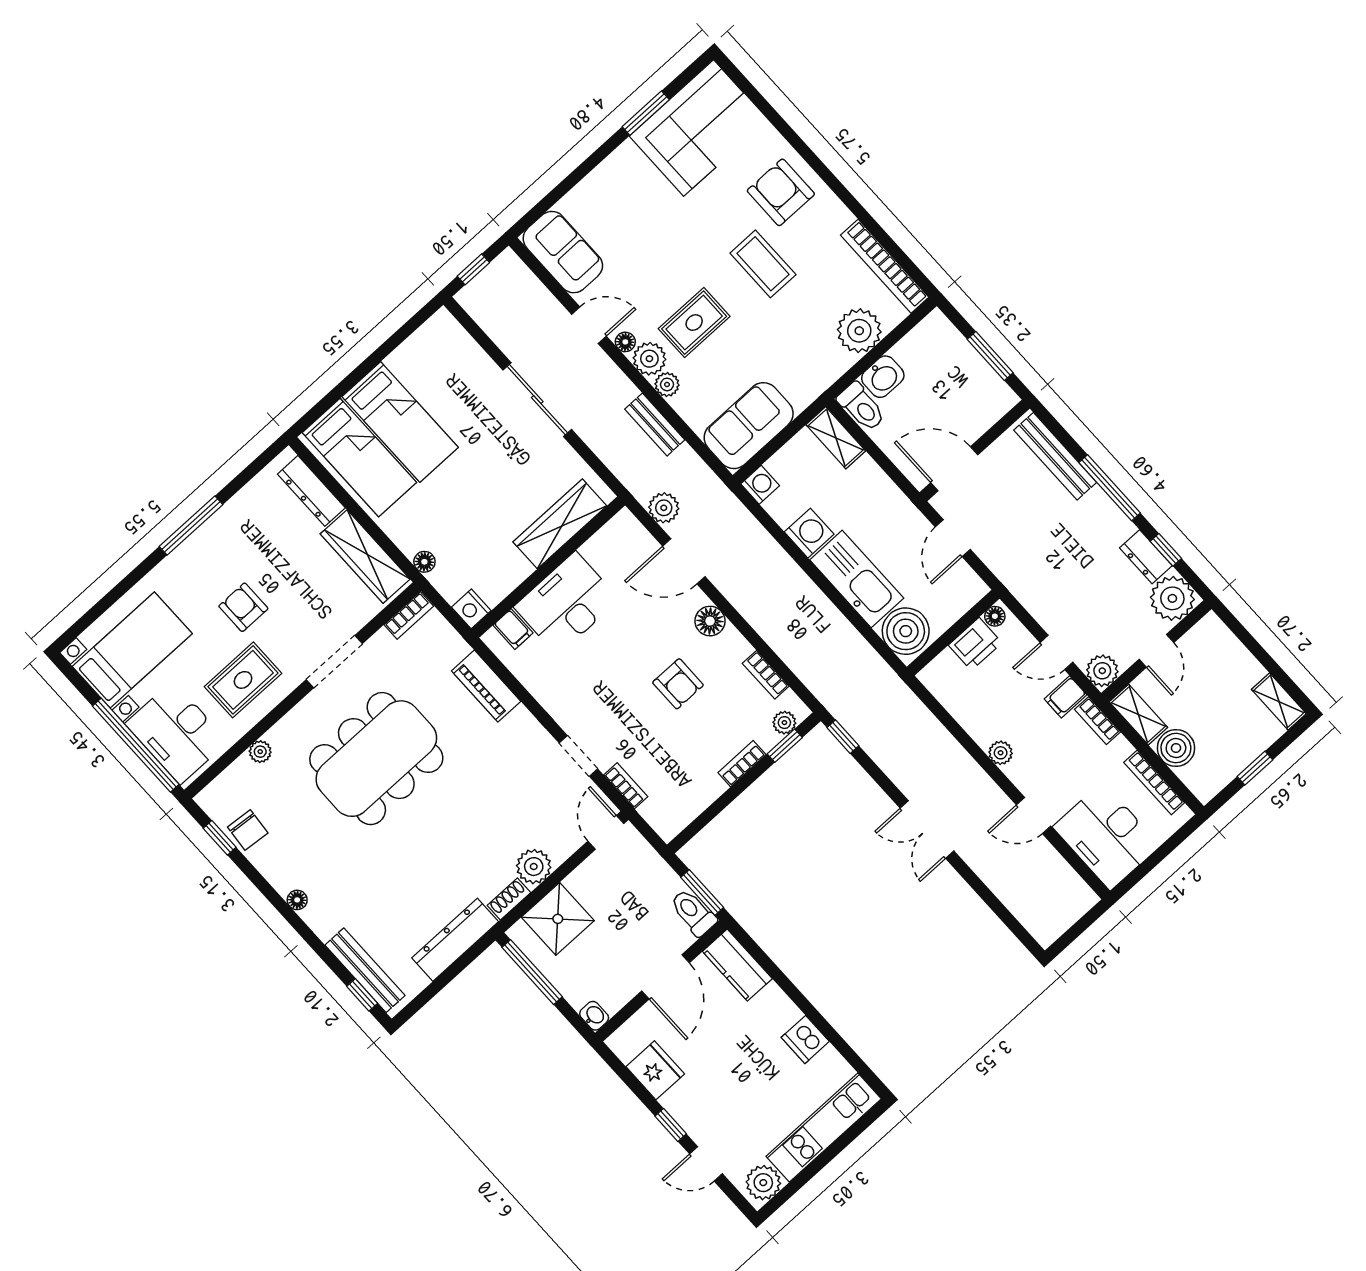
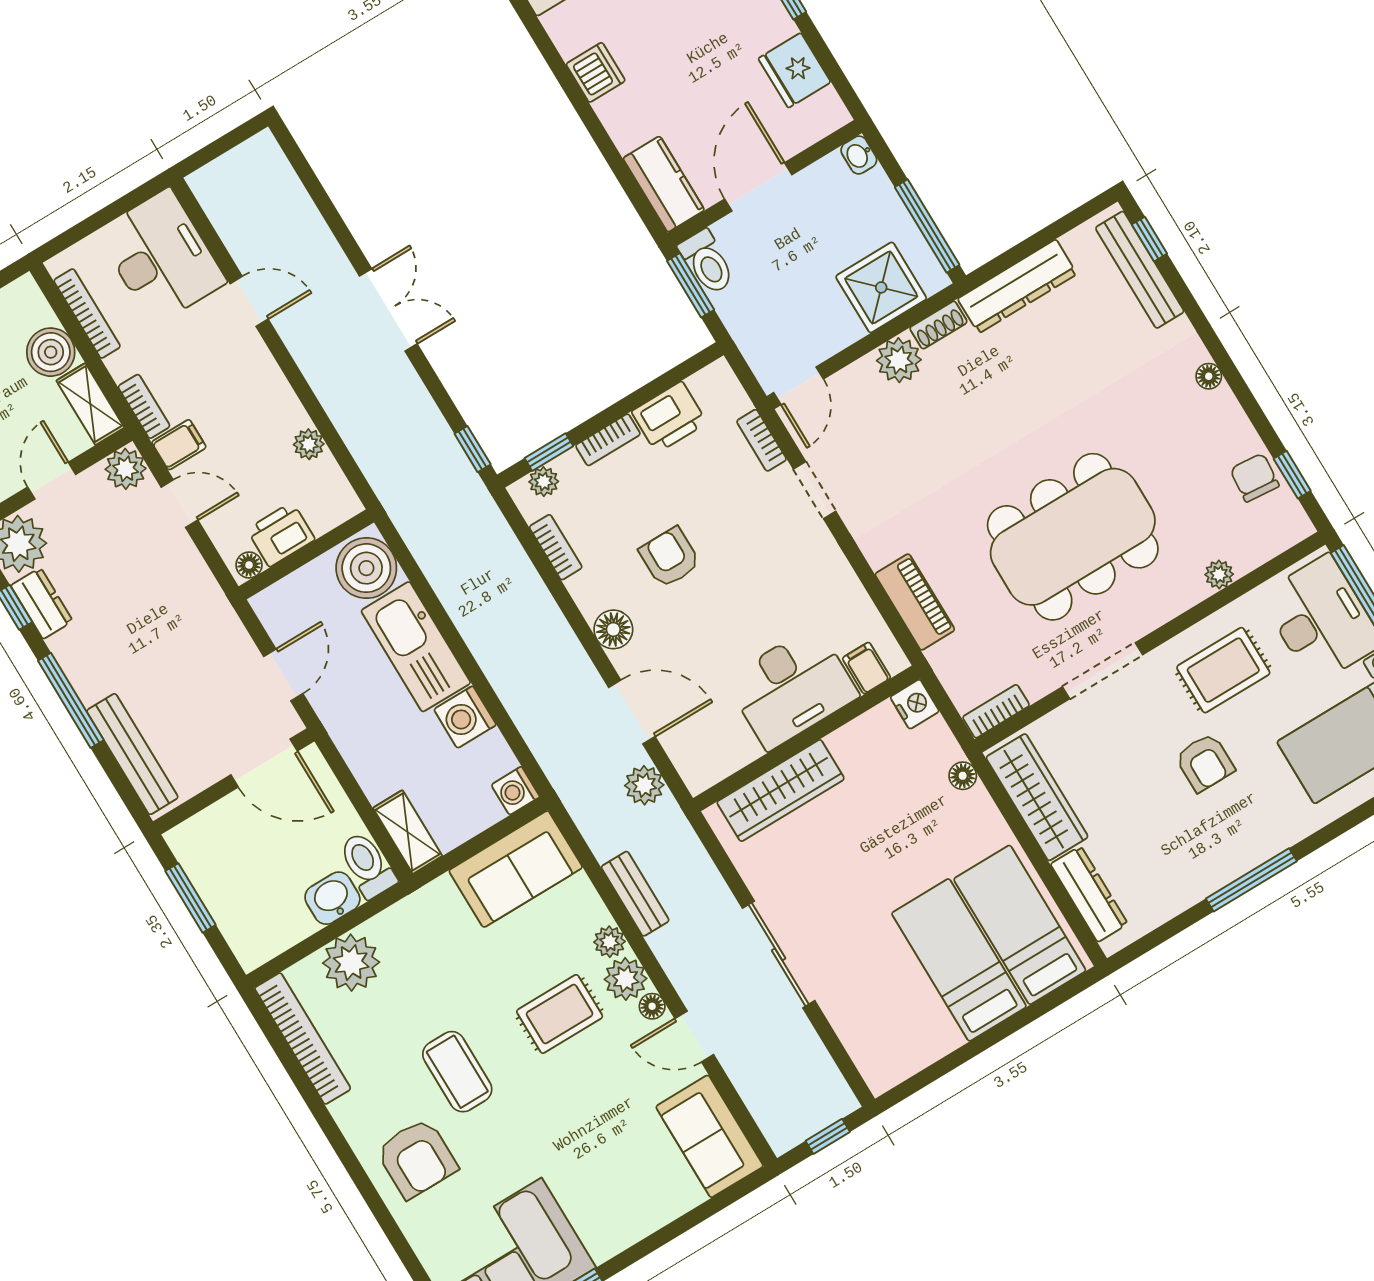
plant: (1001, 753) -> (309, 444), moved
printer: (699, 790) -> (669, 417), added

